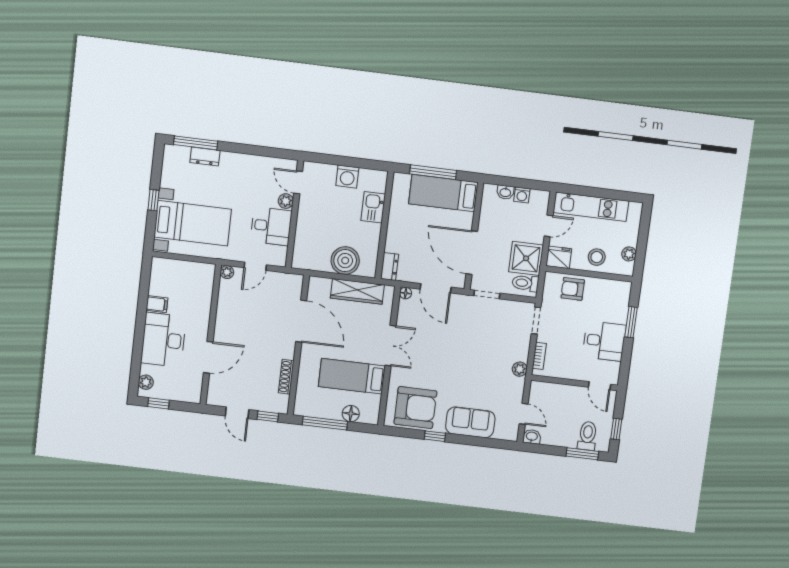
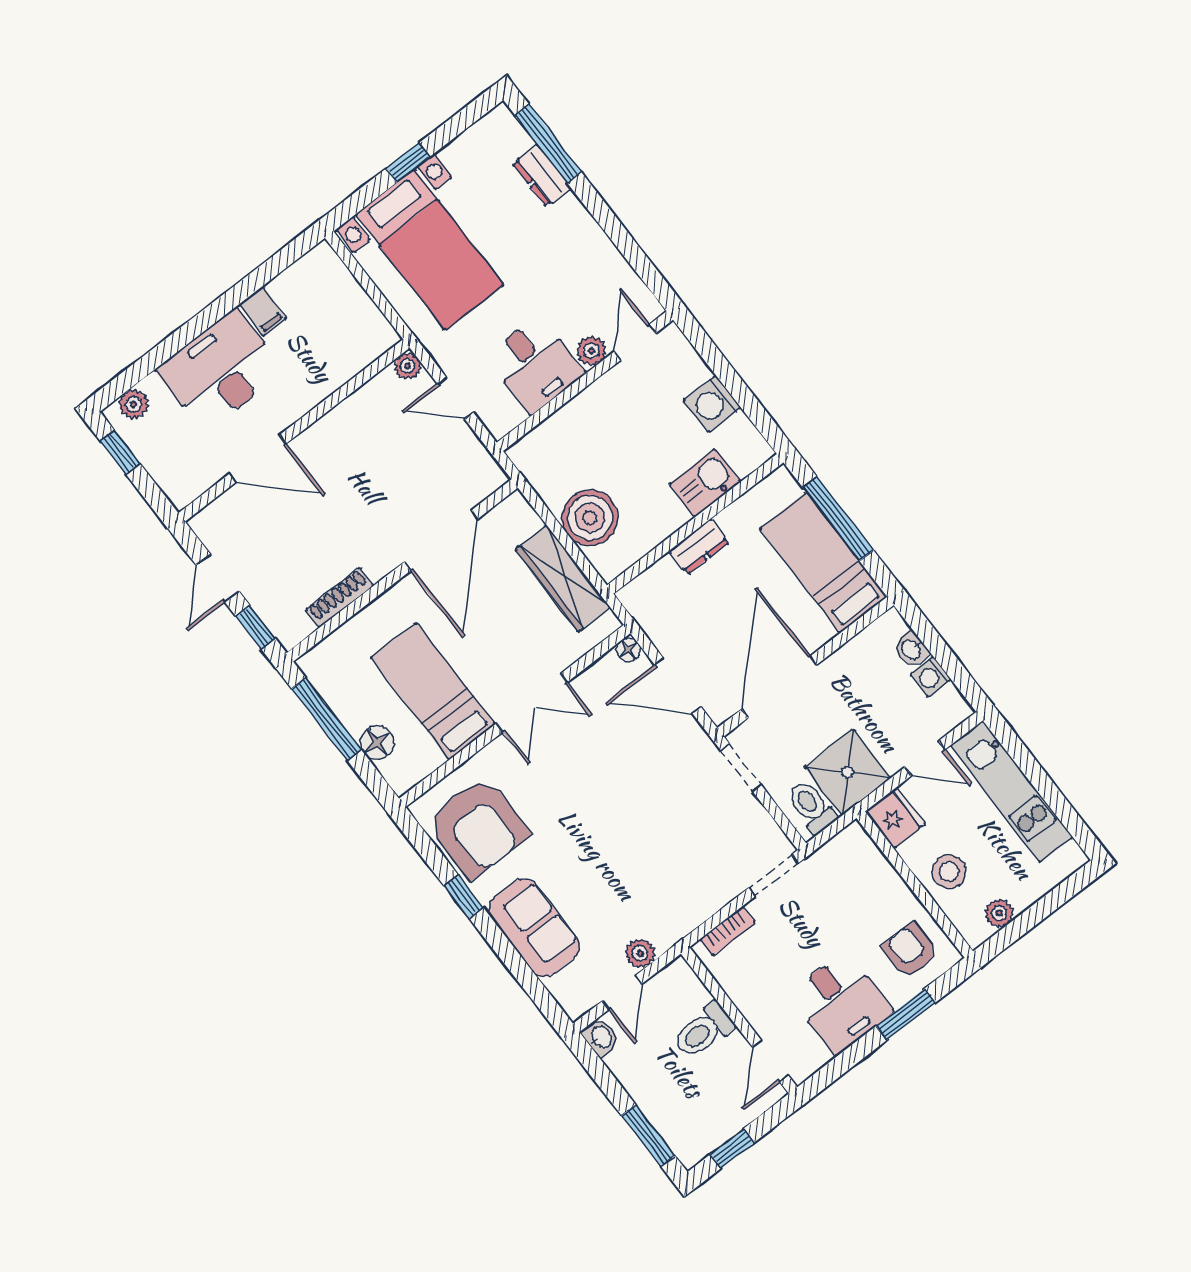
dresser: (389, 267) -> (699, 546), moved
door: (436, 288) -> (678, 686), hinge flipped
armchair: (573, 289) -> (910, 951), moved
plant: (520, 369) -> (640, 953), moved
toilet: (587, 436) -> (704, 1031), moved, turned 180

